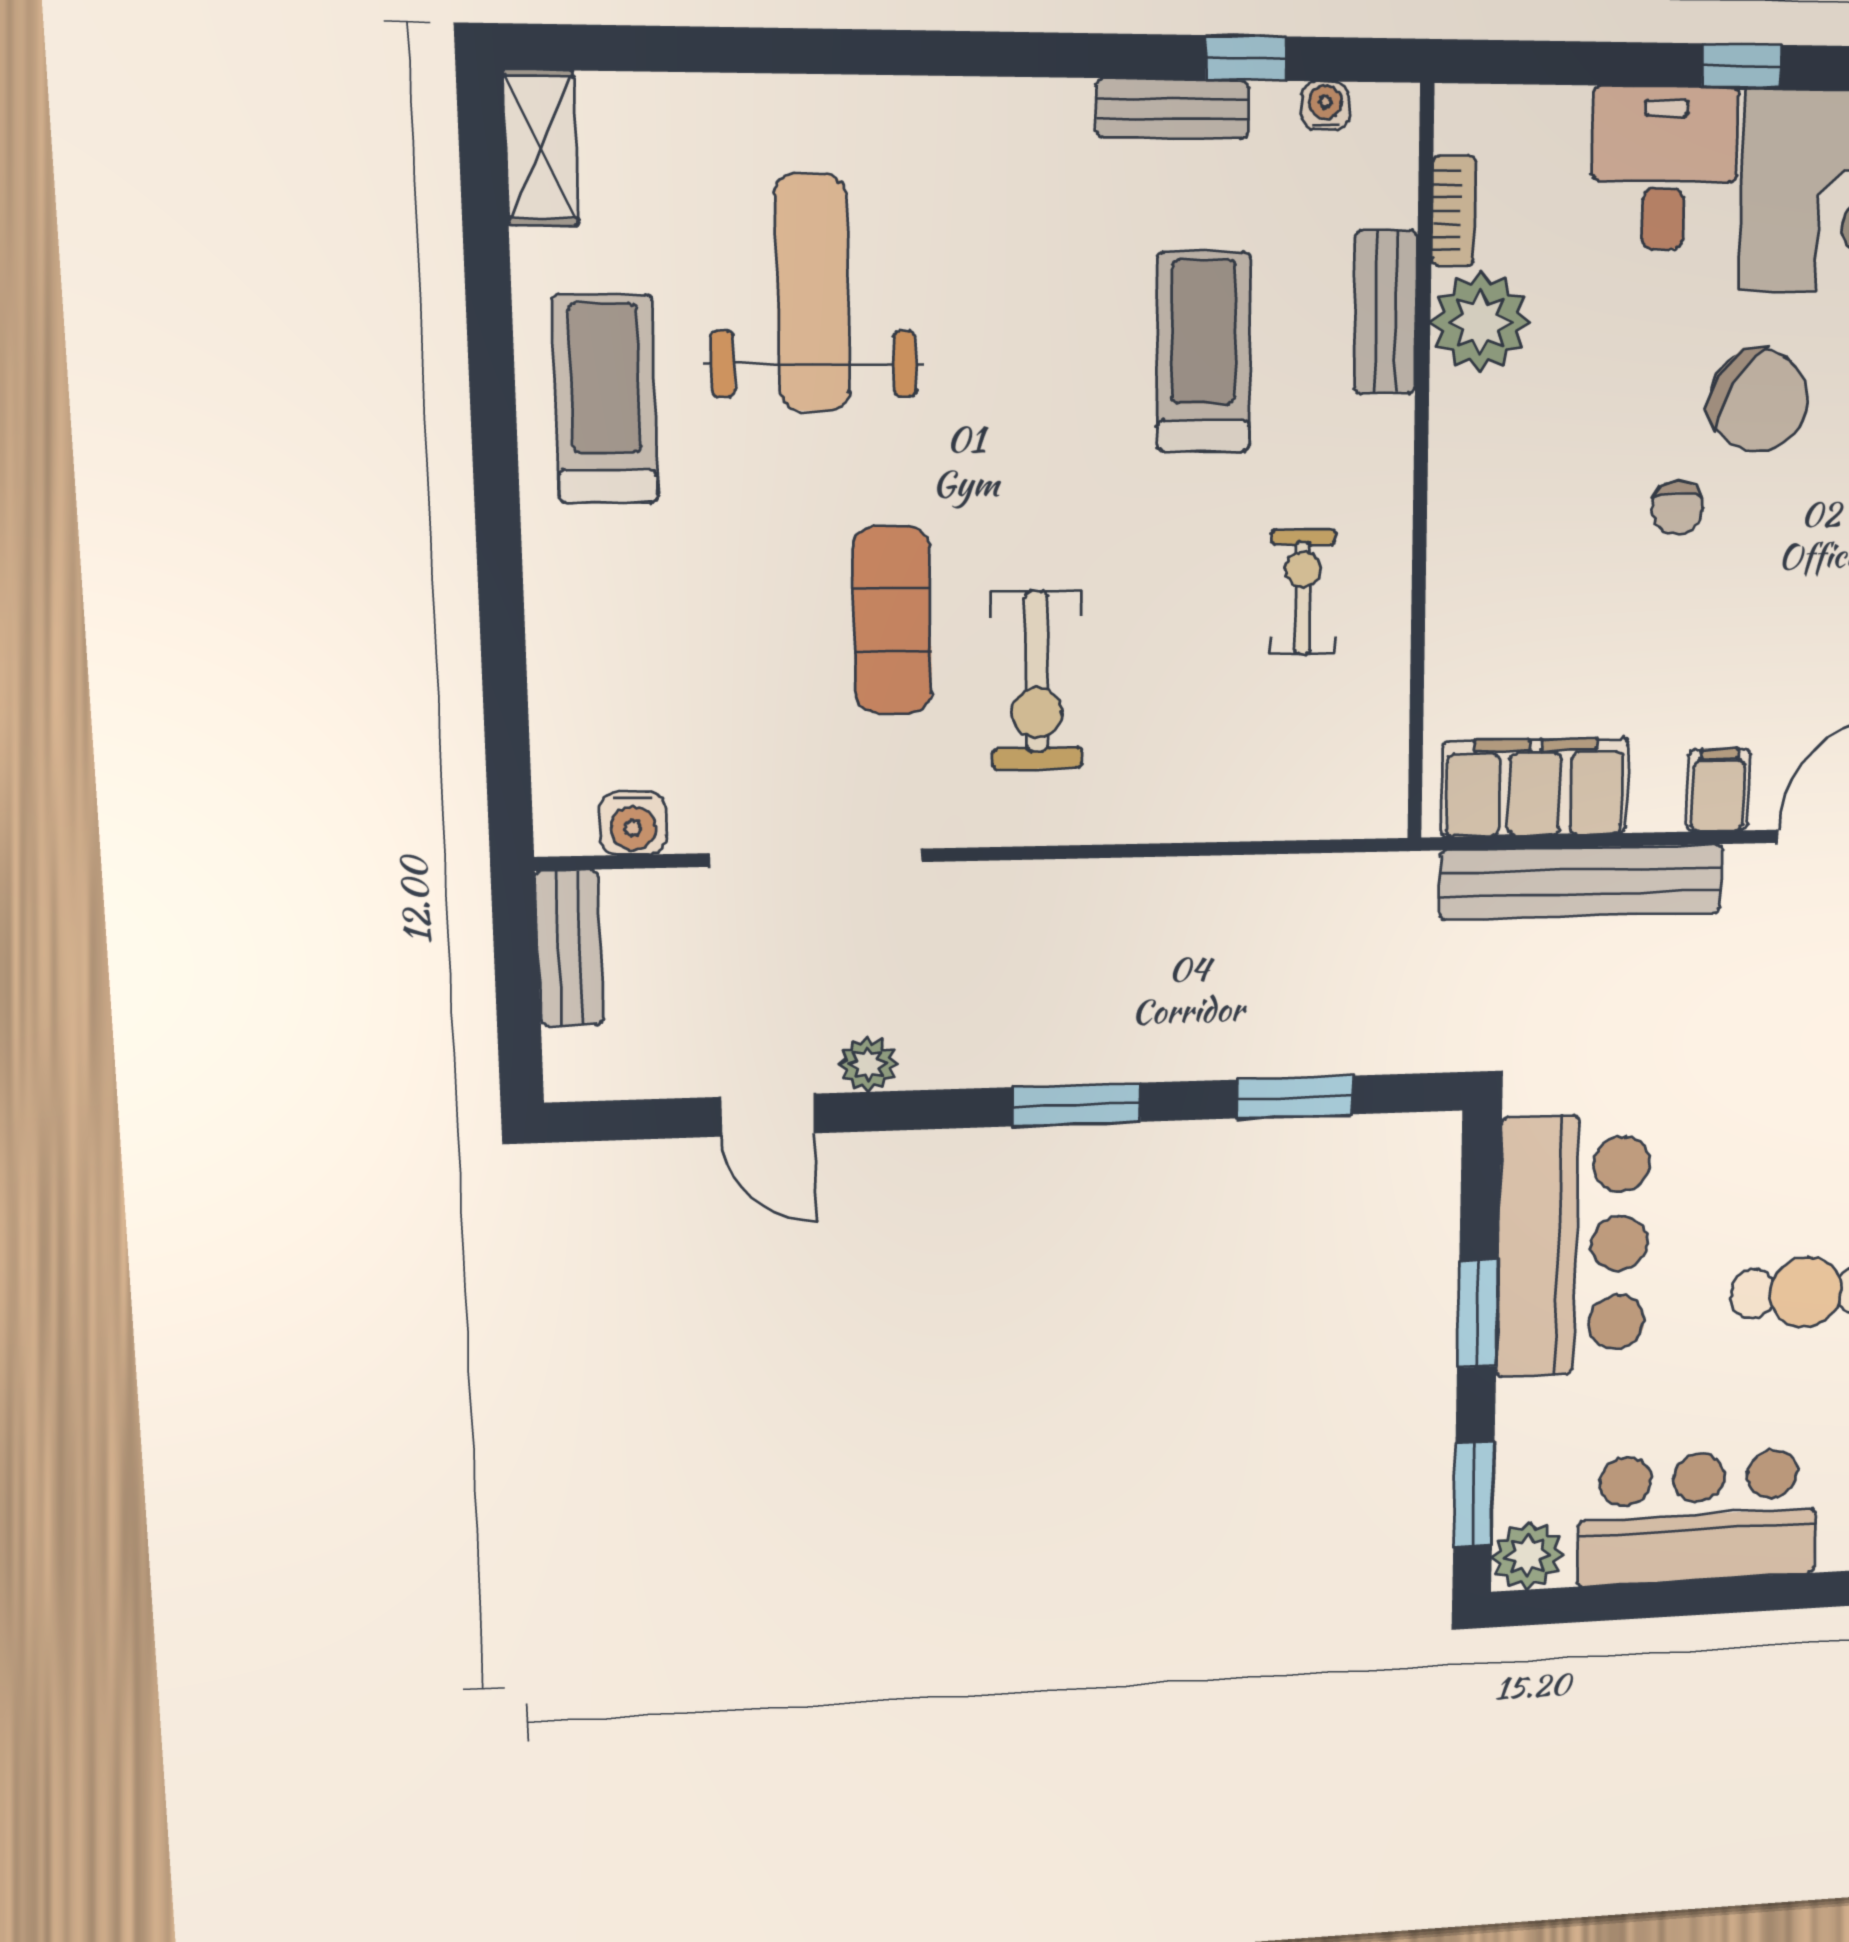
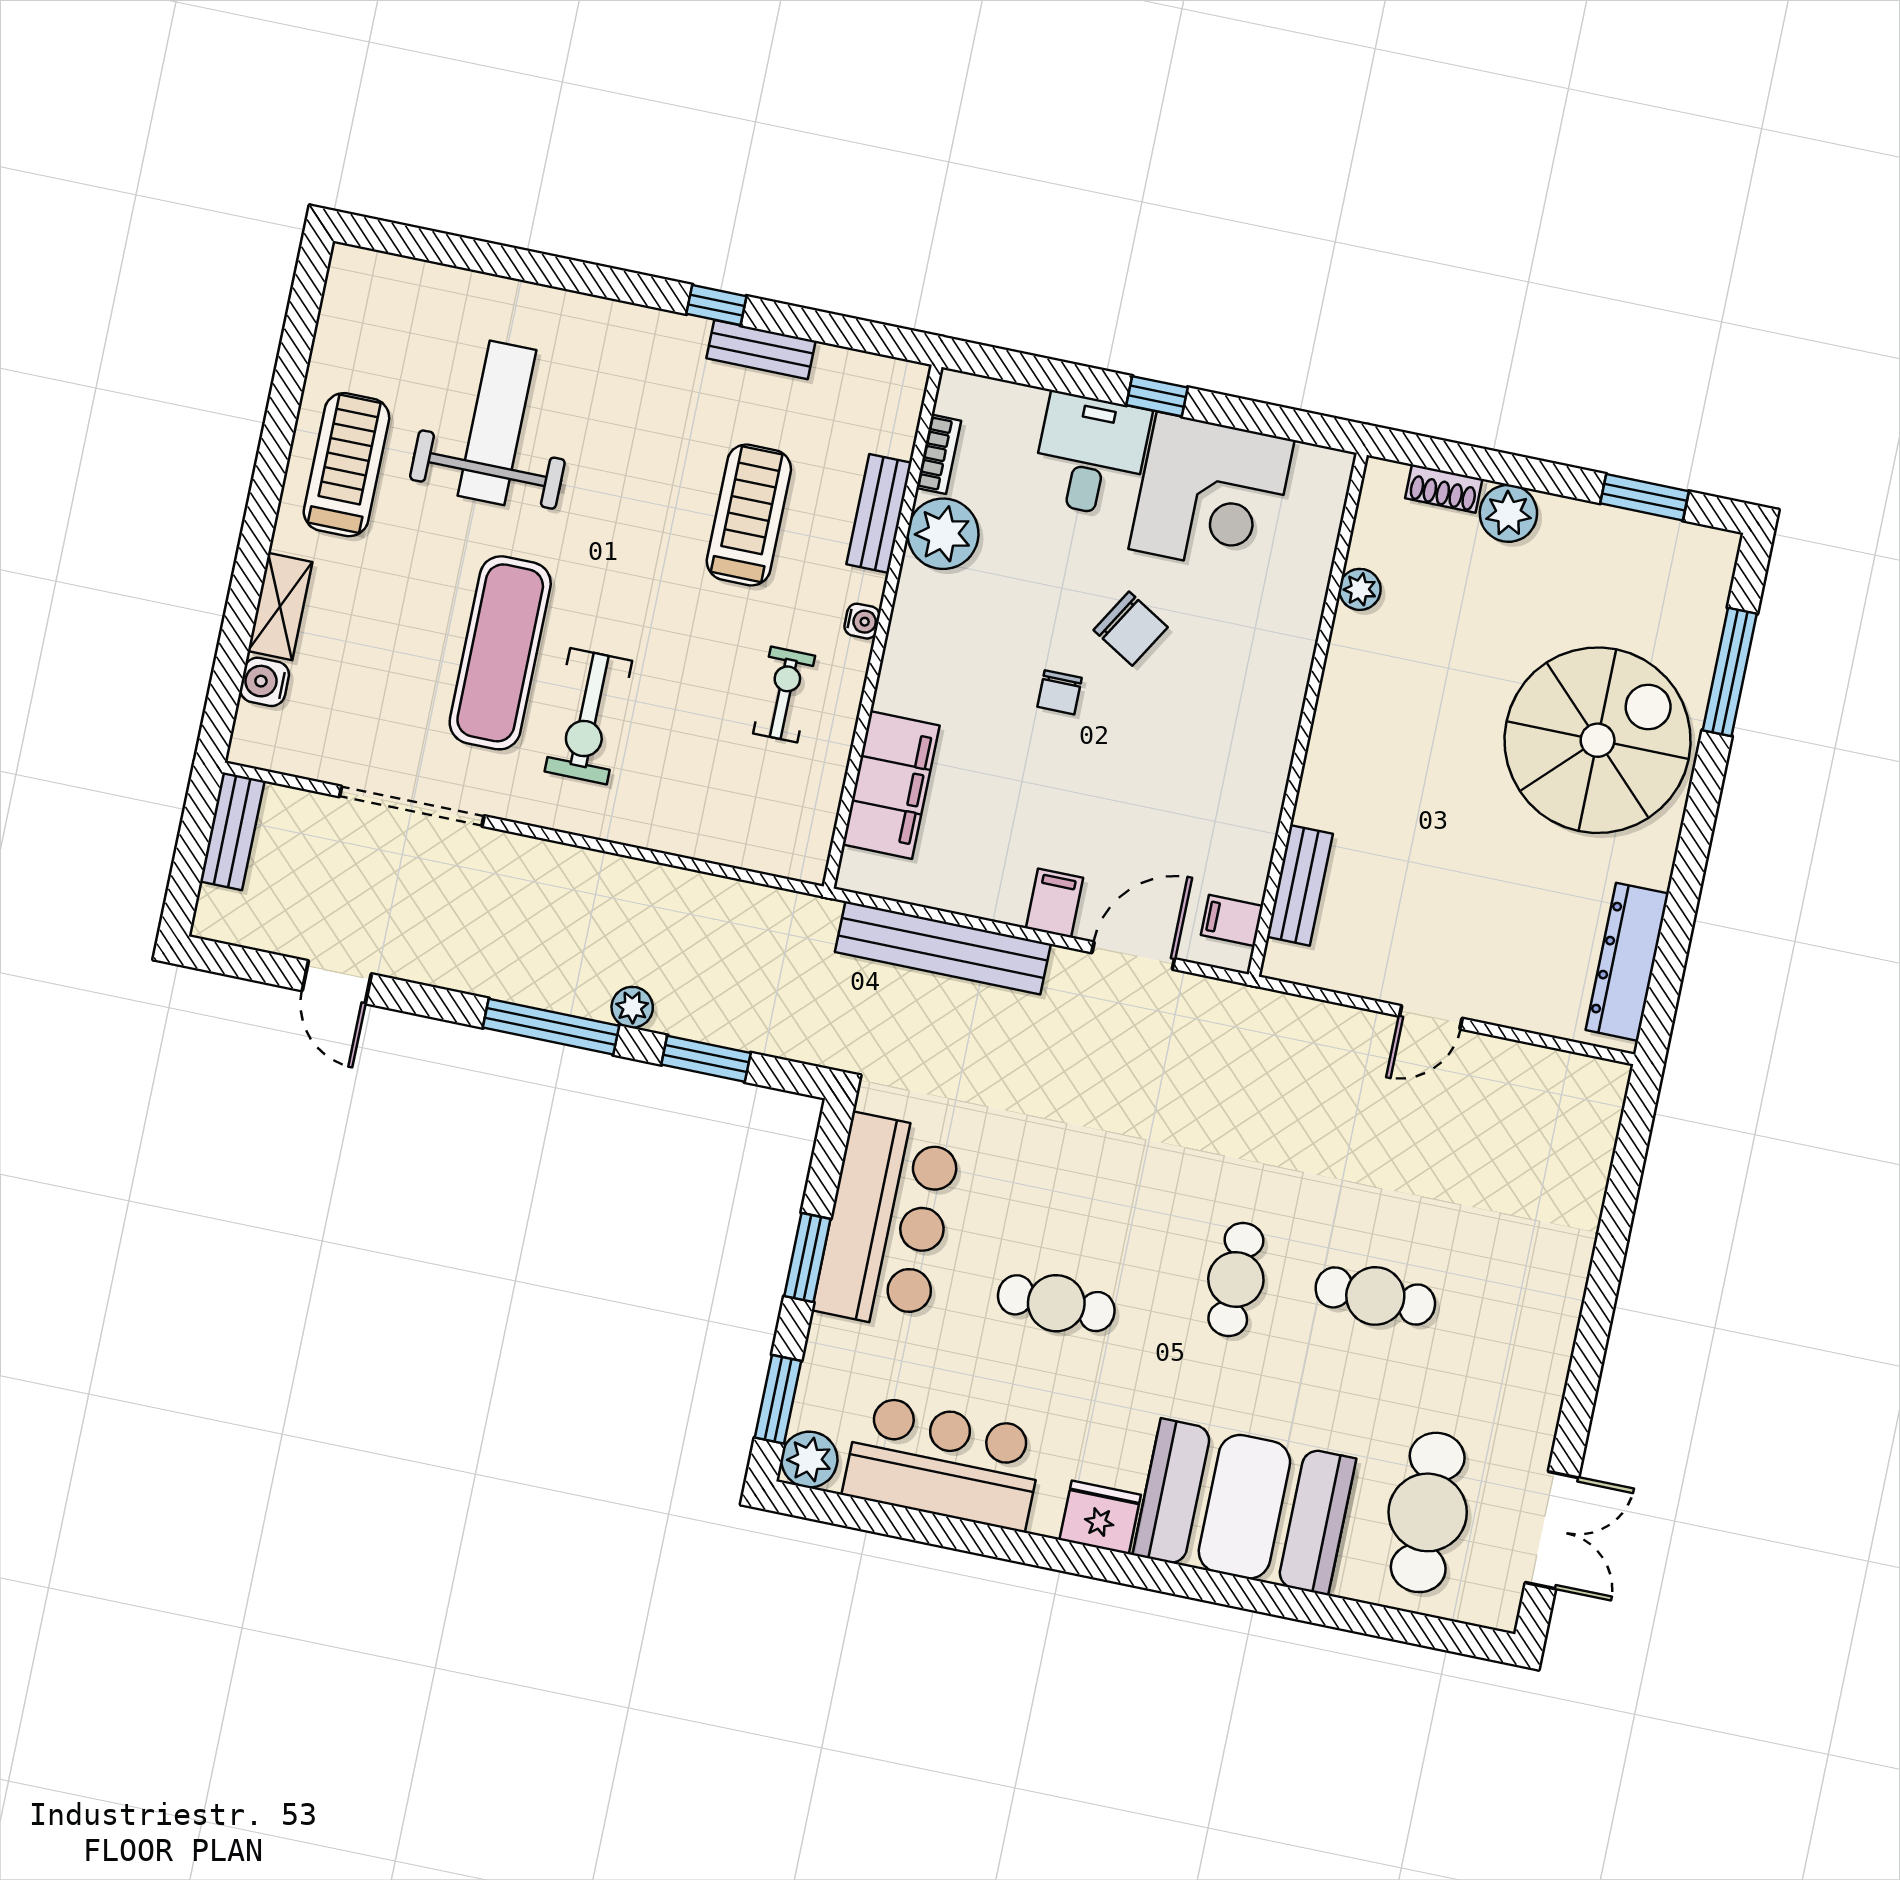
window: (1246, 58) -> (716, 305), moved
water cooler: (1325, 106) -> (862, 621), moved, turned 90
shelving: (541, 148) -> (280, 607), moved
chair: (1758, 400) -> (1131, 629), width x0.73, depth x0.73
exercise mat: (892, 620) -> (500, 653), width x1.36, depth x1.45
filing cabinet: (1535, 787) -> (891, 785), moved, turned 90
water cooler: (633, 823) -> (265, 682), moved, turned 90
plant: (868, 1064) -> (632, 1007), moved
window: (1077, 1105) -> (551, 1027), width x1.44

